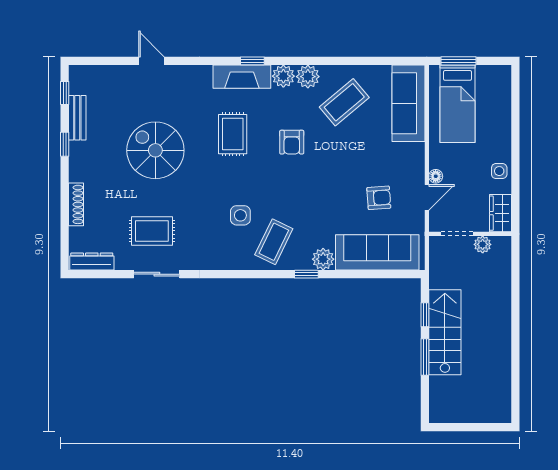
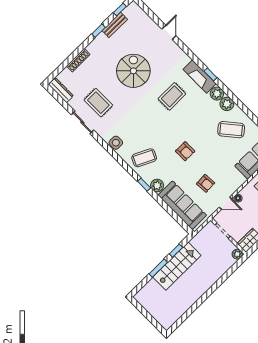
armchair: (292, 142) -> (185, 151), moved, turned -90
side table: (240, 215) -> (116, 143), moved
plant: (483, 244) -> (237, 254), moved

